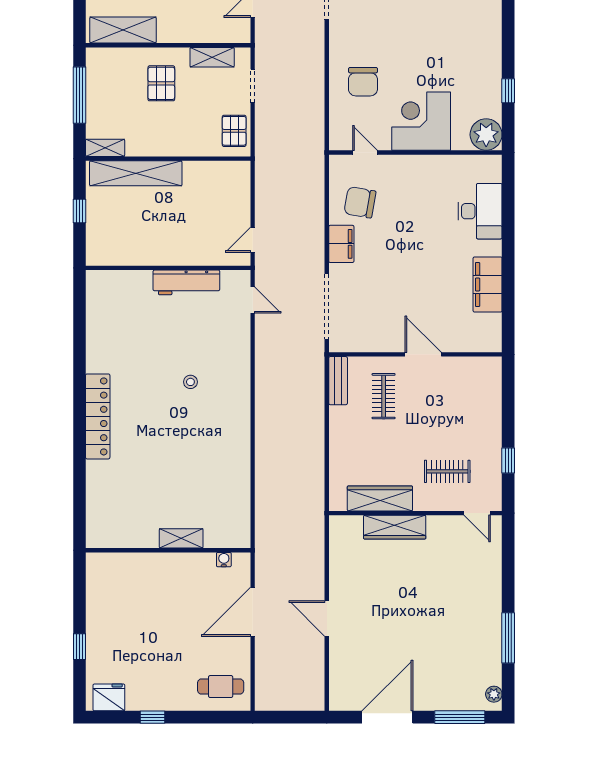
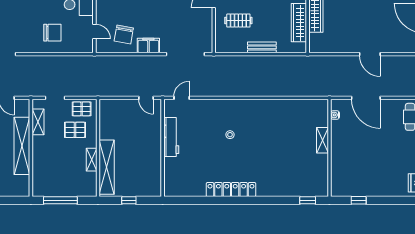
shelving: (123, 30) -> (22, 146), moved, width x1.47
pallet: (161, 83) -> (75, 130), moved
shelving: (105, 148) -> (92, 160), moved
door: (365, 152) -> (94, 32), swing flipped
bench: (338, 381) -> (262, 47), moved
locker: (98, 416) -> (231, 190), moved
window: (79, 513) -> (308, 200), added
door: (327, 619) -> (370, 54), hinge flipped
window: (79, 647) -> (359, 200), moved

